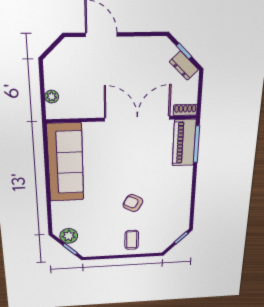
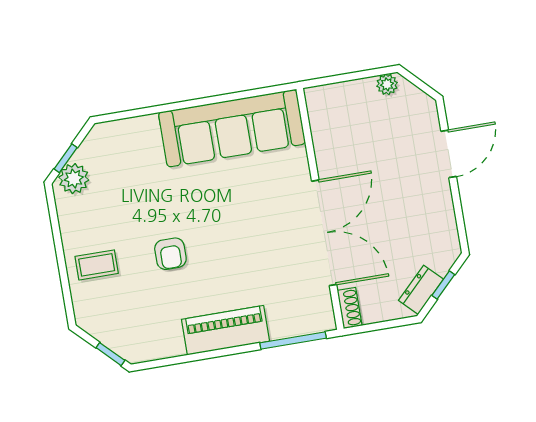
plant: (52, 97) -> (387, 84), moved
piano: (184, 143) -> (226, 330), moved
armchair: (133, 203) -> (170, 254), turned 152
plant: (69, 236) -> (74, 179), moved

